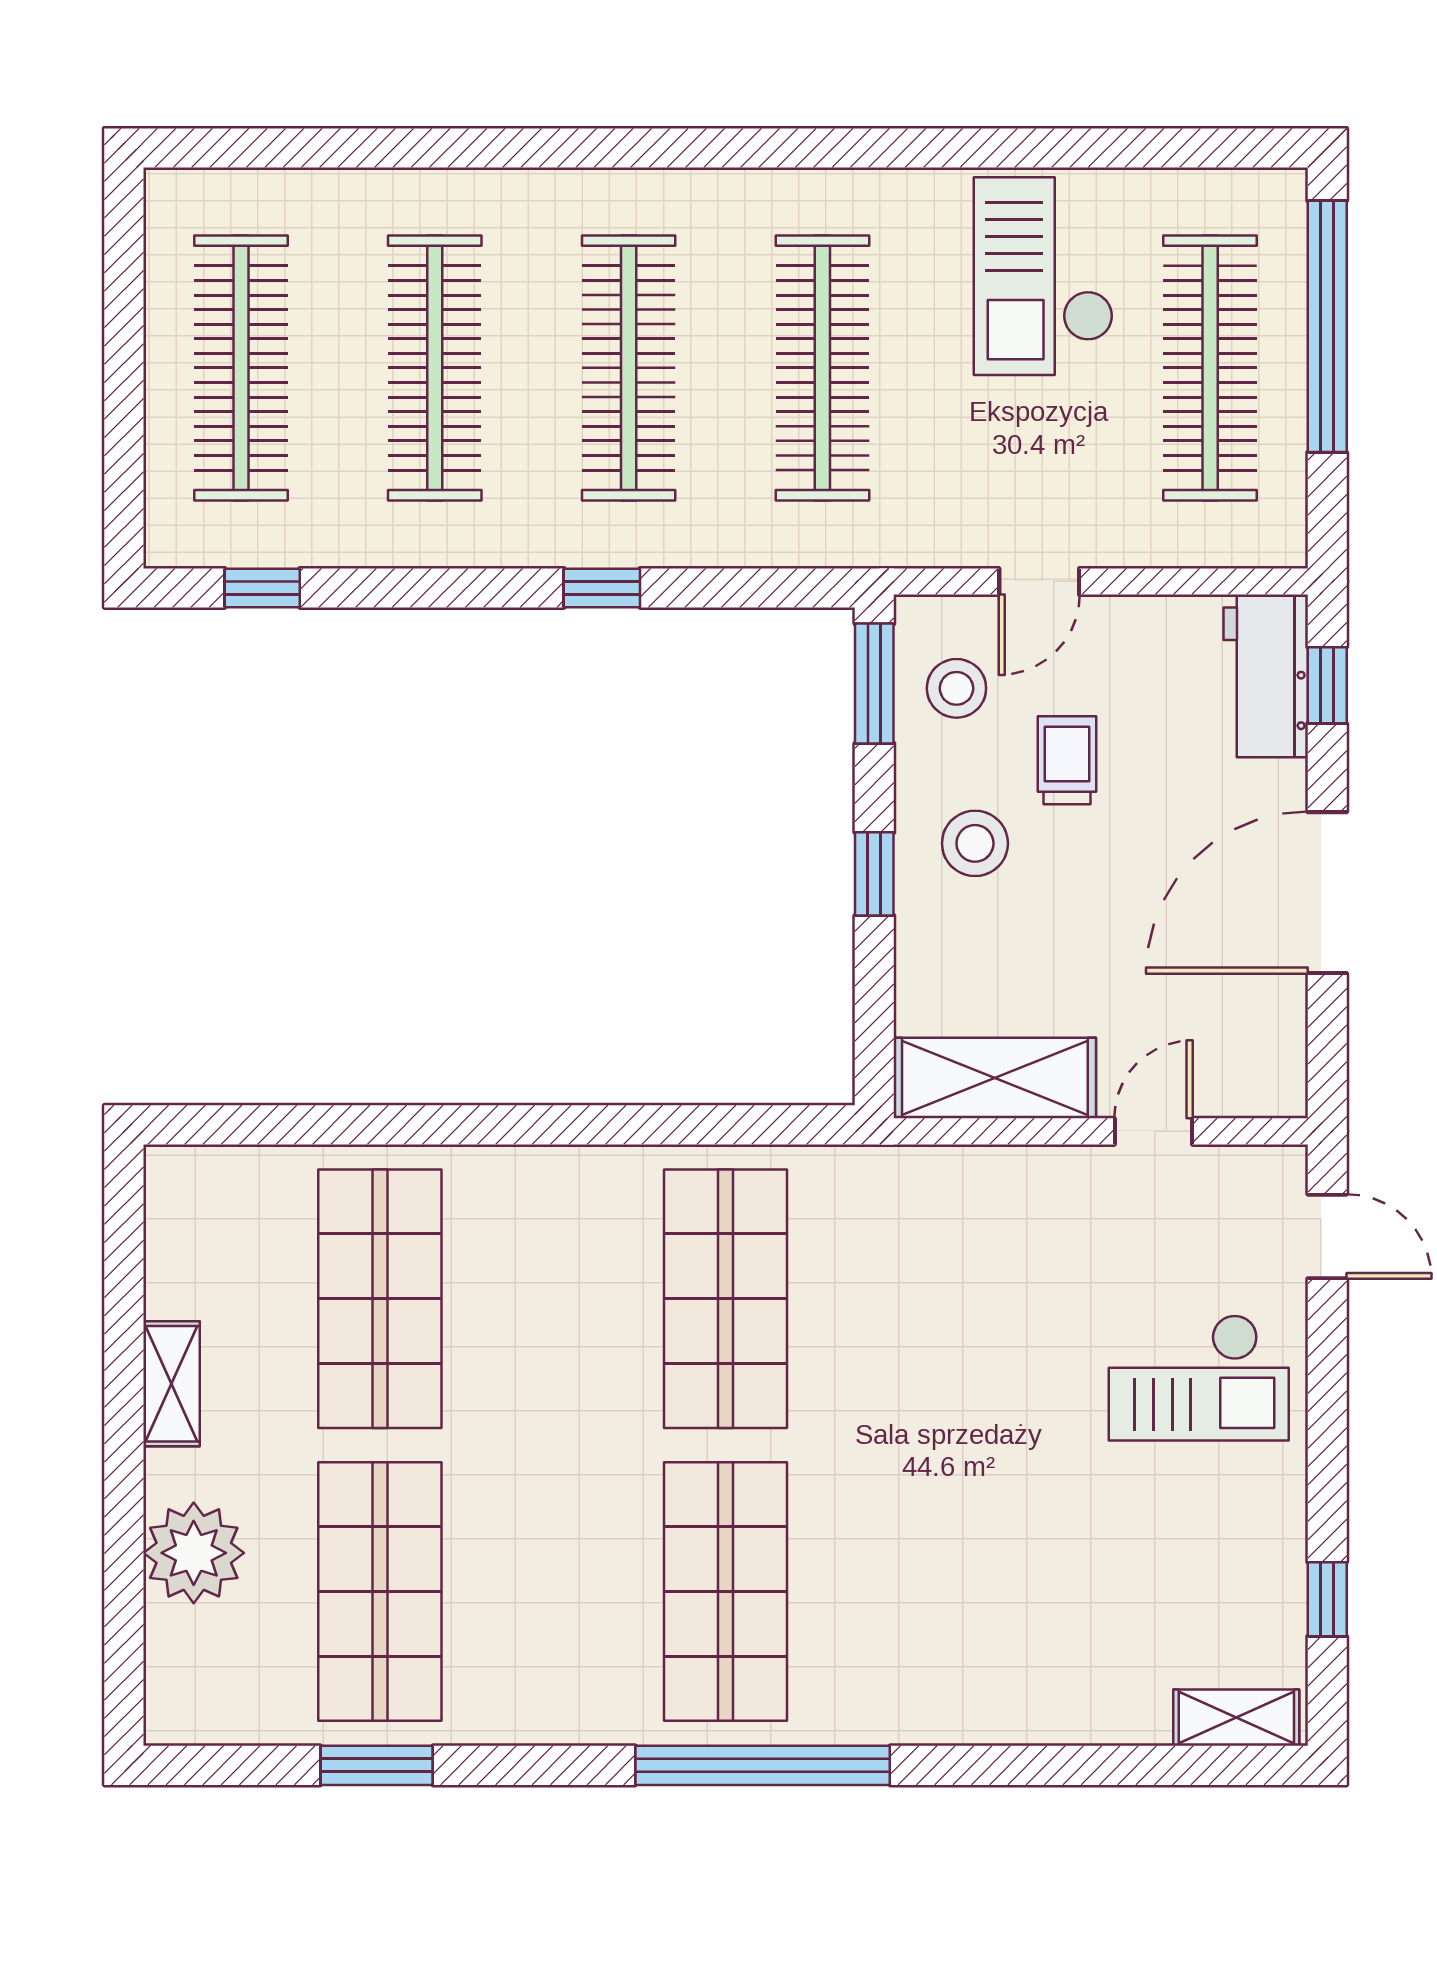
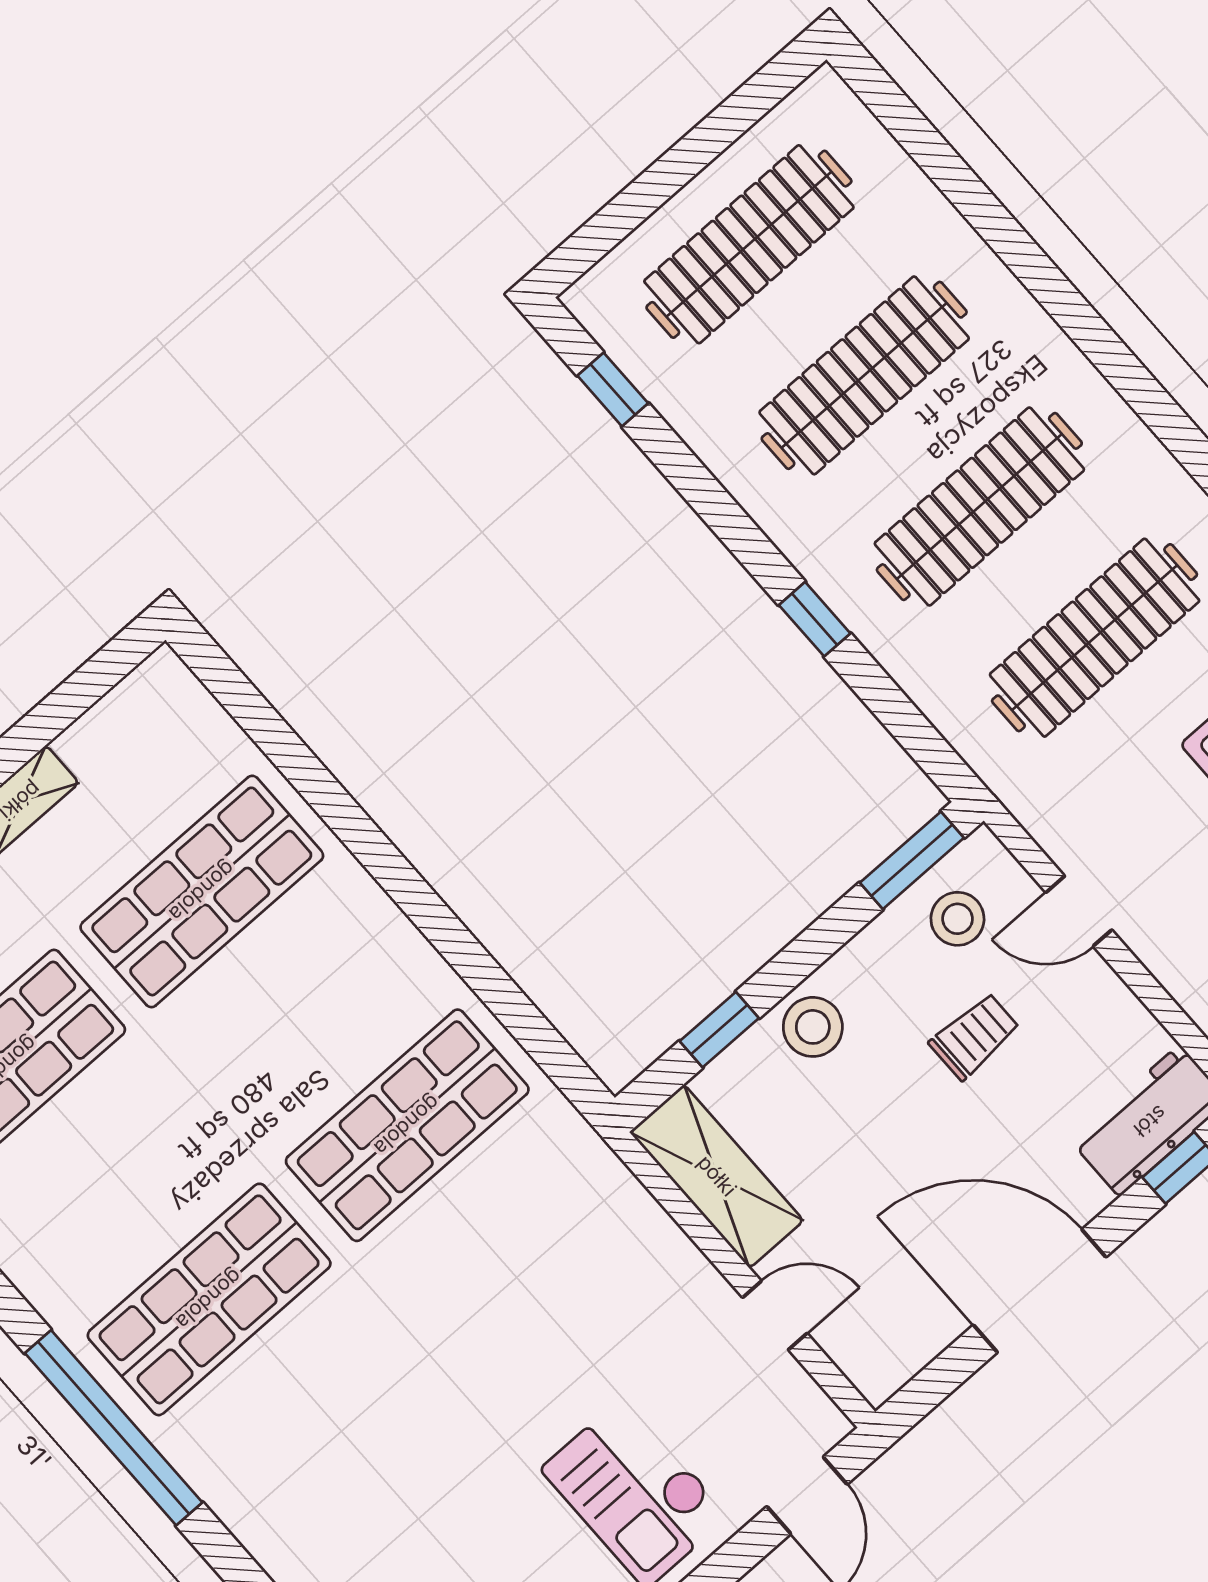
stool: (975, 843) -> (813, 1027), moved
window: (874, 874) -> (719, 1030), moved

